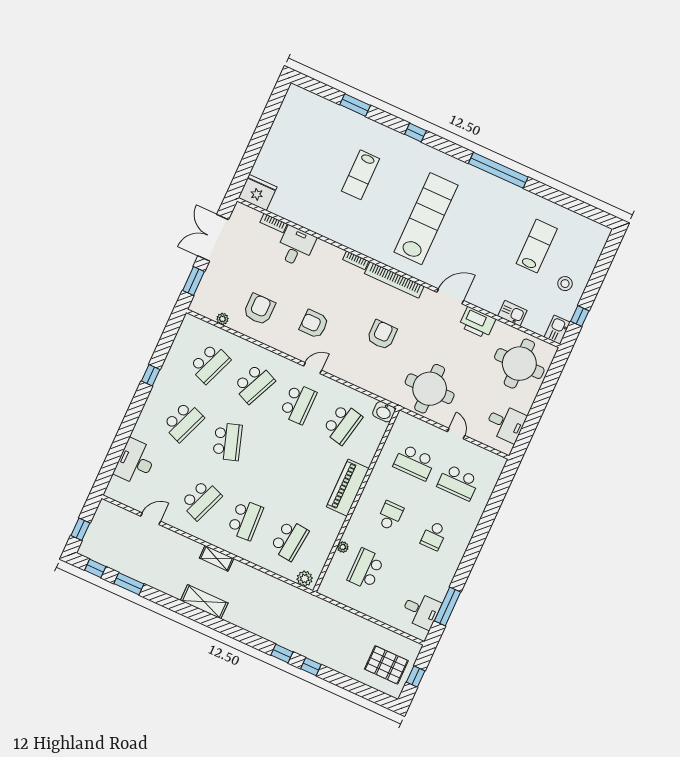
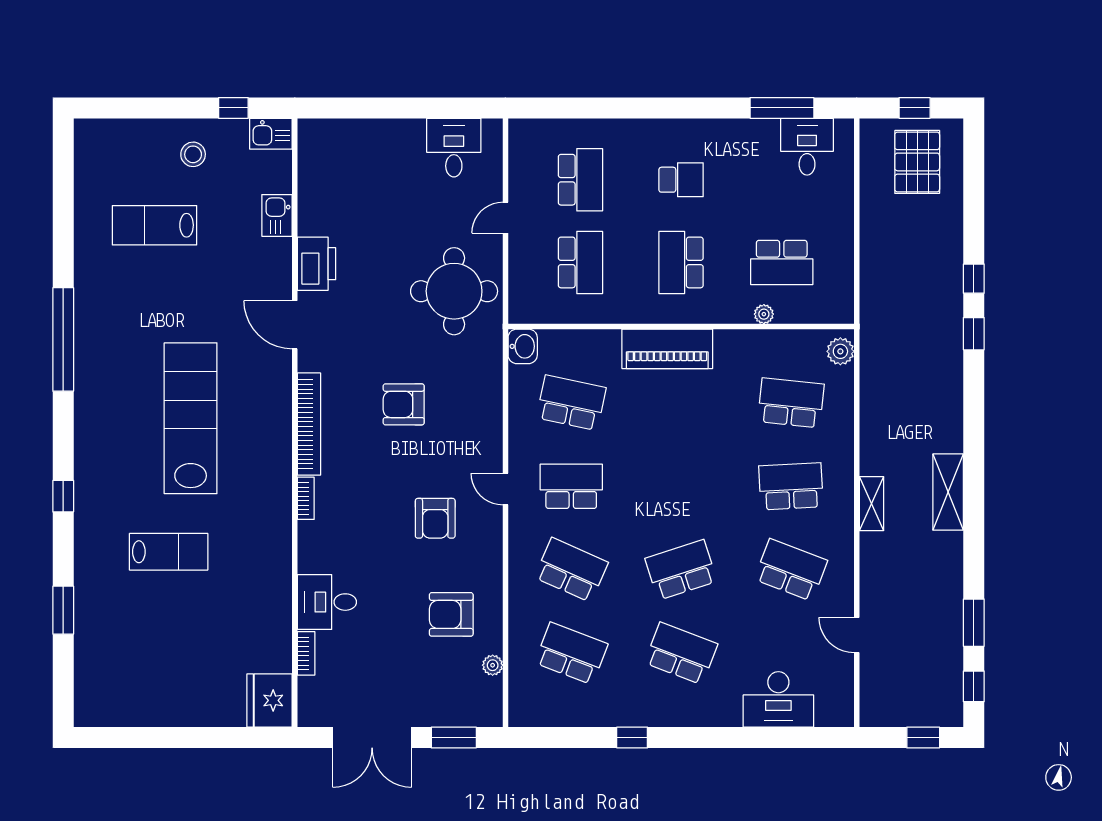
lab bench: (426, 219) -> (191, 418), turned 90
round table: (519, 364) -> (351, 169), removed
school desk: (390, 516) -> (681, 262), width x1.85

